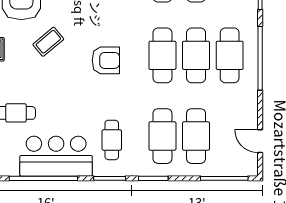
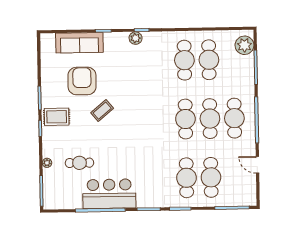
armchair: (106, 60) -> (144, 123), removed
cafe table: (112, 140) -> (150, 181), removed
door: (260, 141) -> (257, 165), moved

